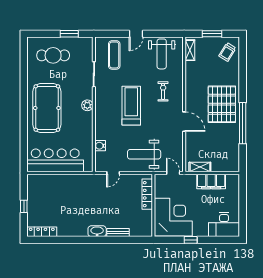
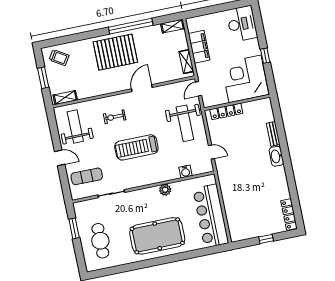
weight bench: (162, 54) -> (75, 127), turned -90
plant: (87, 105) -> (165, 190), moved
shelving: (235, 161) -> (173, 26), added

